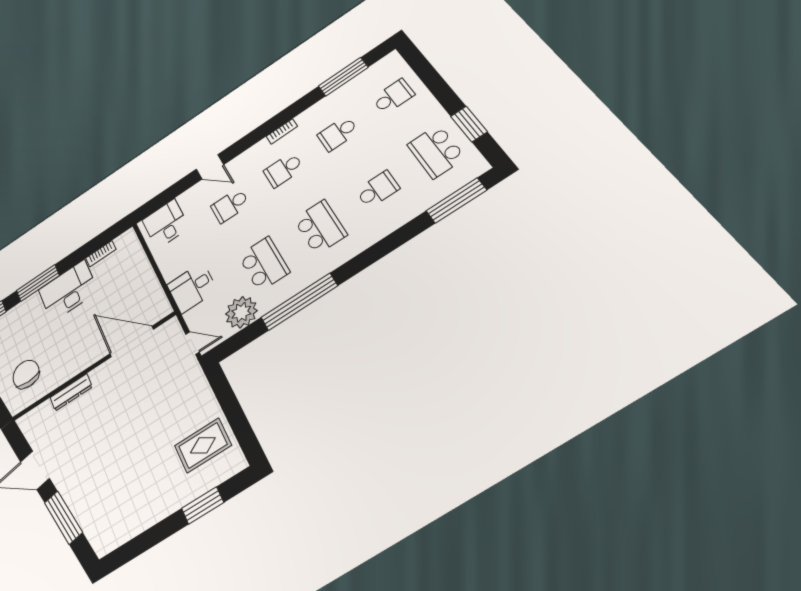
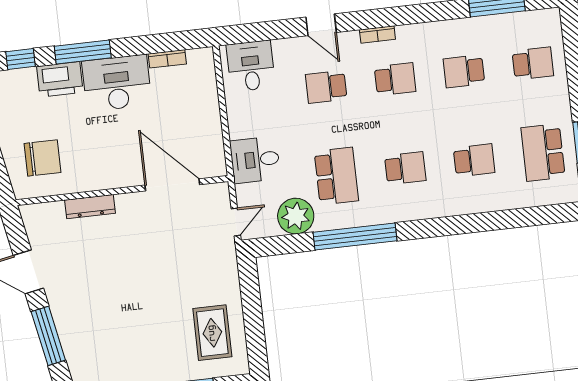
bookcase: (282, 131) -> (377, 34), moved
school desk: (283, 170) -> (395, 79), turned 180
window: (456, 200) -> (536, 216), removed
school desk: (320, 227) -> (405, 168), width x0.54
printer: (26, 311) -> (60, 79), added
door: (193, 343) -> (236, 222), hinge flipped
chair: (26, 374) -> (43, 158), turned 90
rug: (203, 445) -> (212, 333), turned 90

